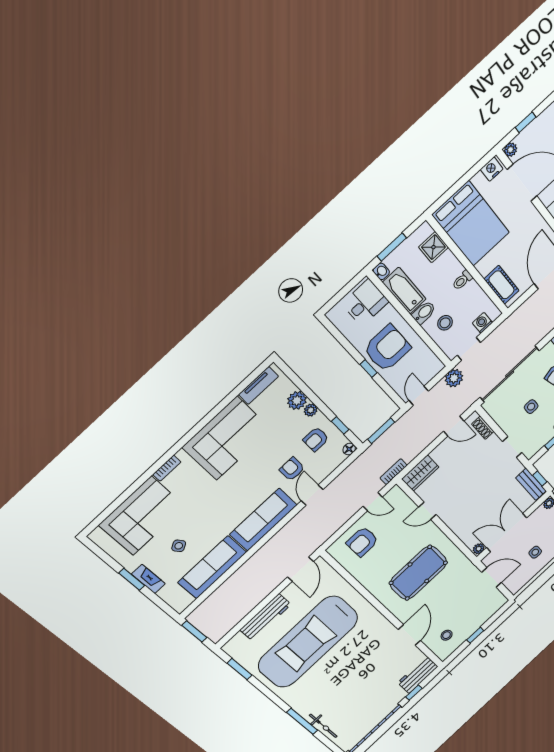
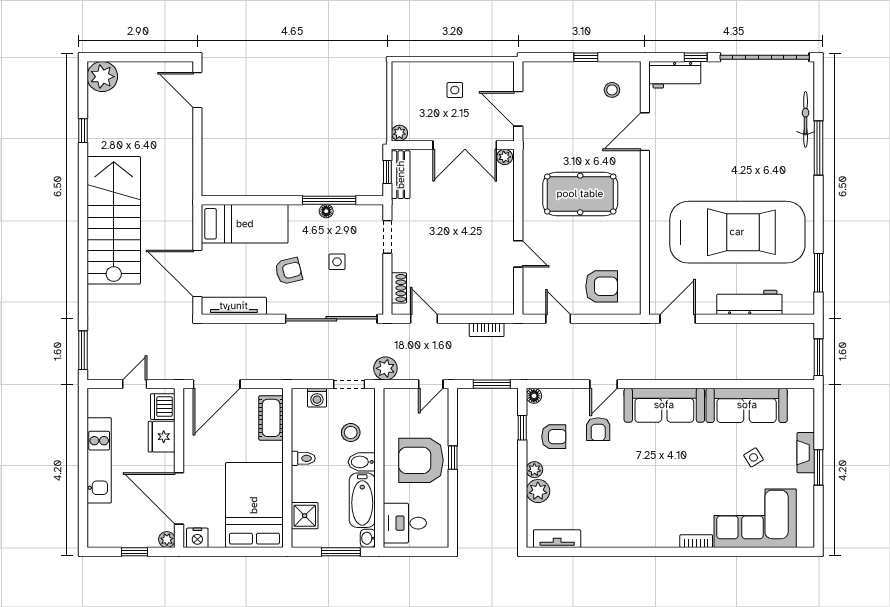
corner sofa: (227, 438) -> (625, 517), removed
bookcase: (394, 472) -> (487, 330), moved
wardrobe: (420, 473) -> (492, 302), removed

